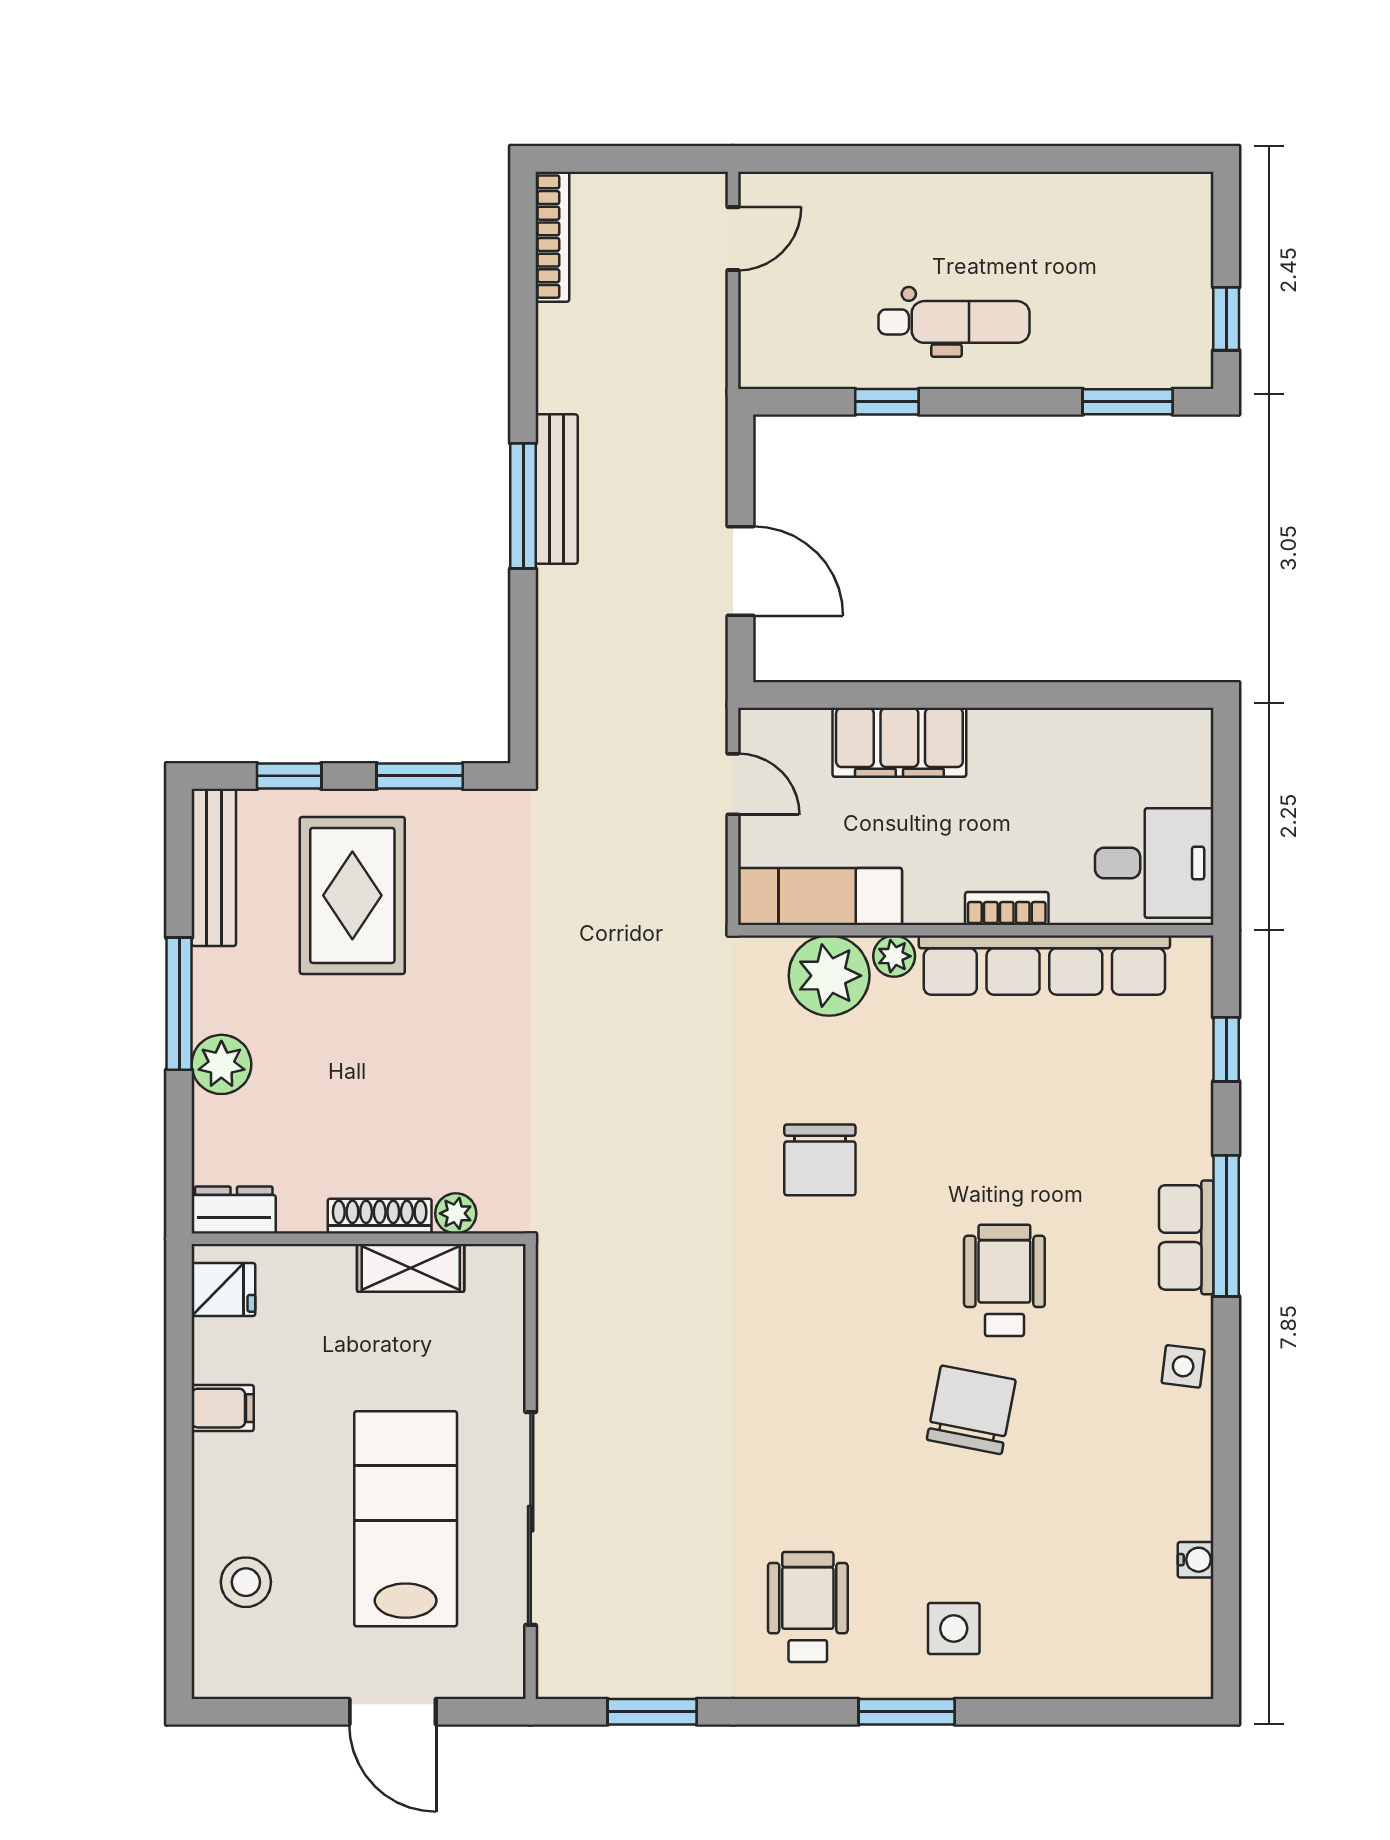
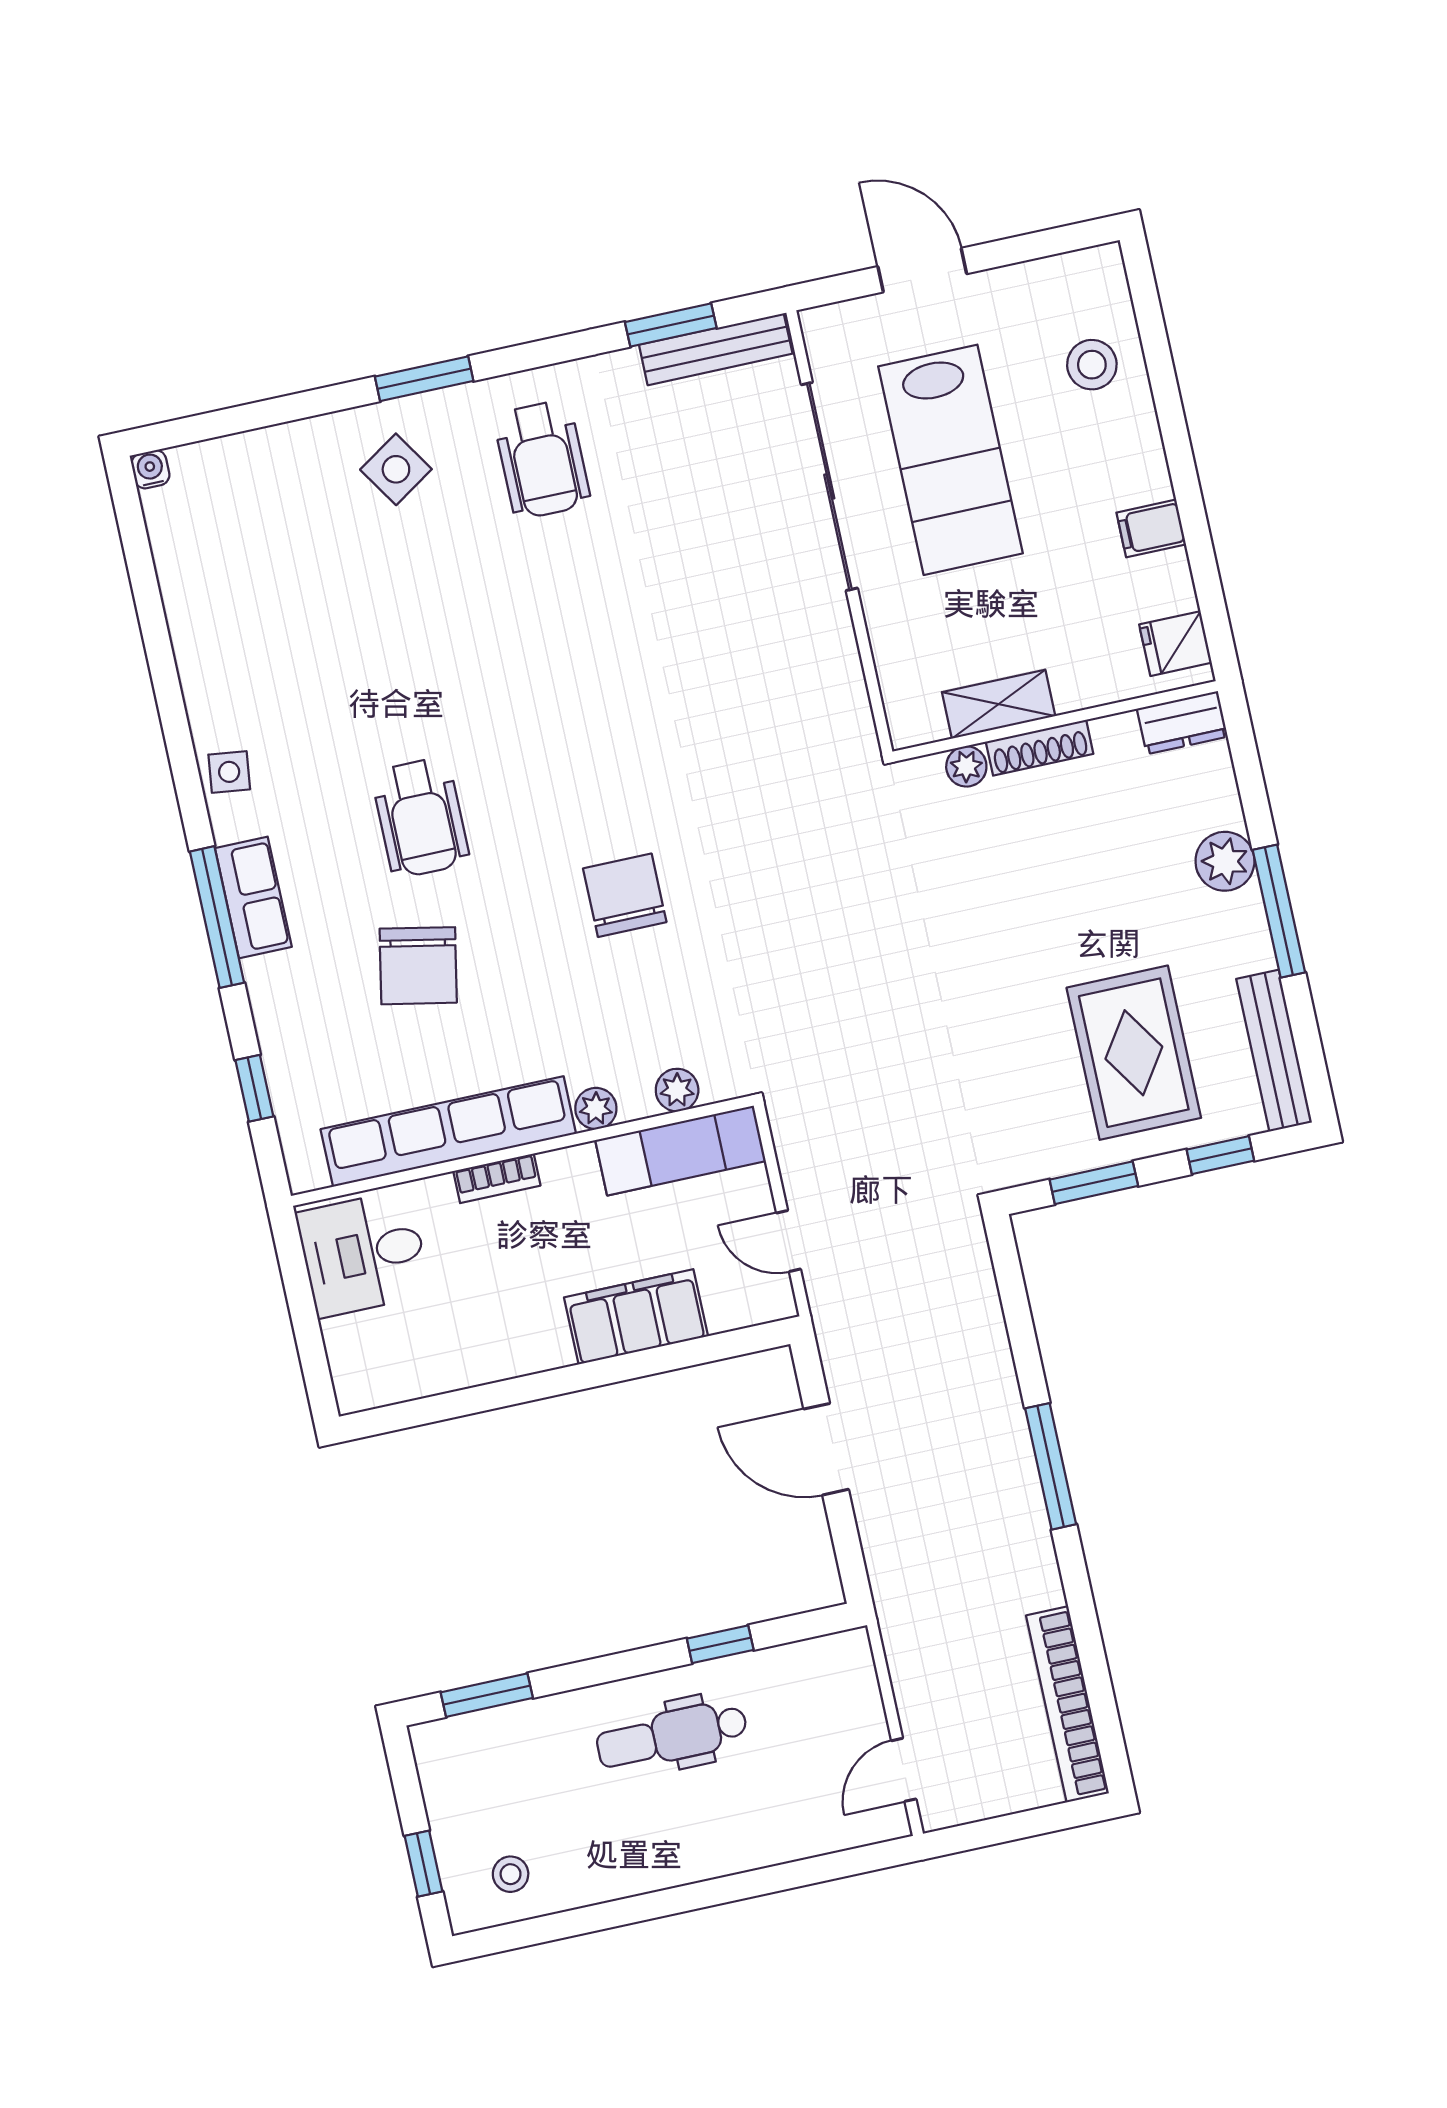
stool: (1143, 220) -> (511, 1874), added
bookcase: (552, 237) -> (1068, 1704), width x1.48, depth x1.31
window: (1226, 319) -> (423, 1864), moved
bench: (557, 489) -> (716, 349), moved, turned 90
plant: (829, 976) -> (677, 1090), width x0.53, depth x0.53
chair: (971, 1410) -> (418, 966), moved
water cooler: (1196, 1560) -> (150, 469), moved, turned 90
side table: (954, 1629) -> (396, 469), turned -33

